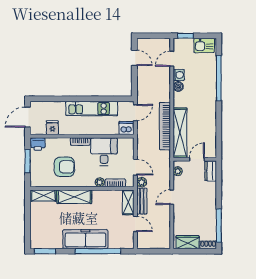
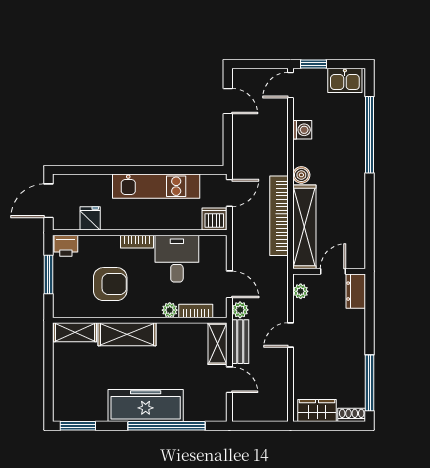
door: (172, 59) -> (291, 85), moved
boiler: (178, 86) -> (301, 175), moved

